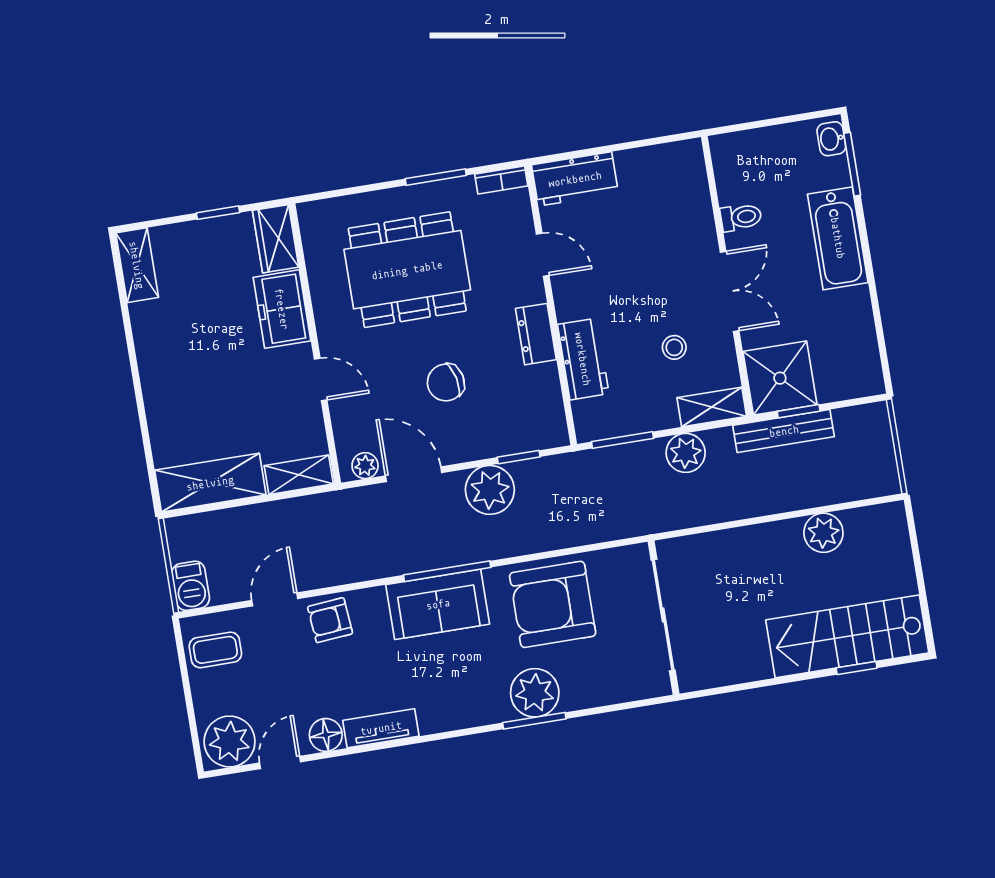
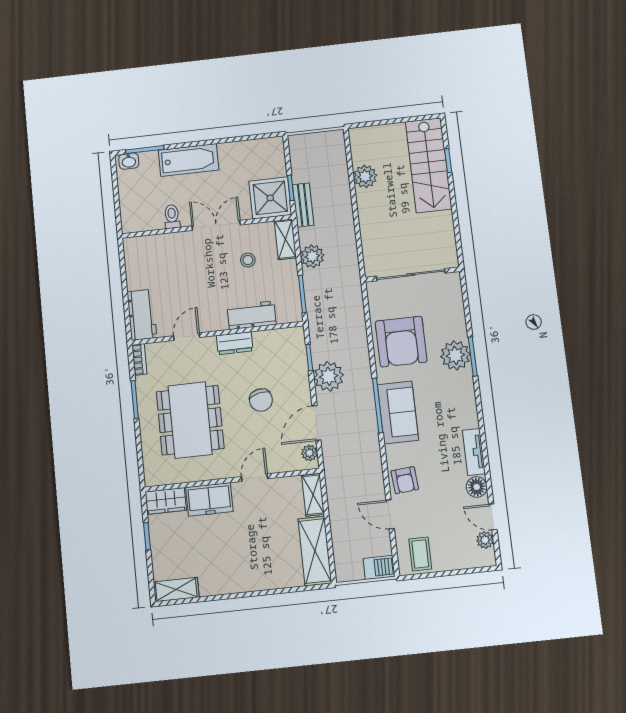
bench: (784, 431) -> (303, 205), width x0.73
plant: (230, 742) -> (485, 540), width x0.53, depth x0.53

